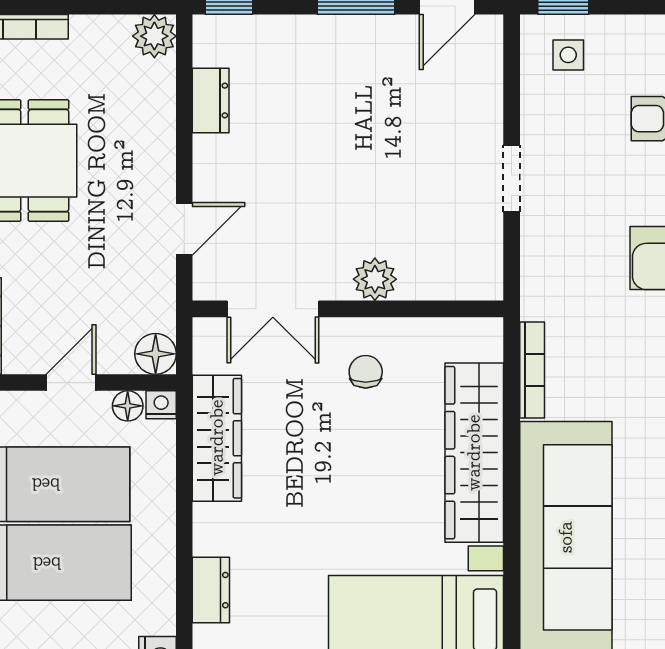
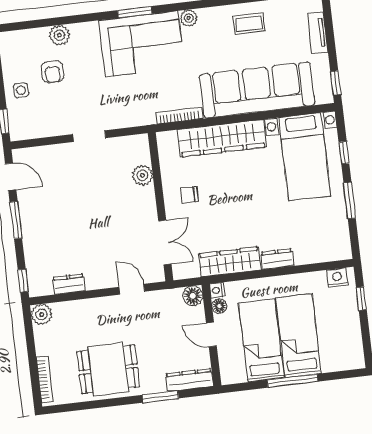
side table: (568, 55) -> (21, 90), moved
plant: (375, 279) -> (142, 175), moved
dresser: (211, 590) -> (277, 259), moved

